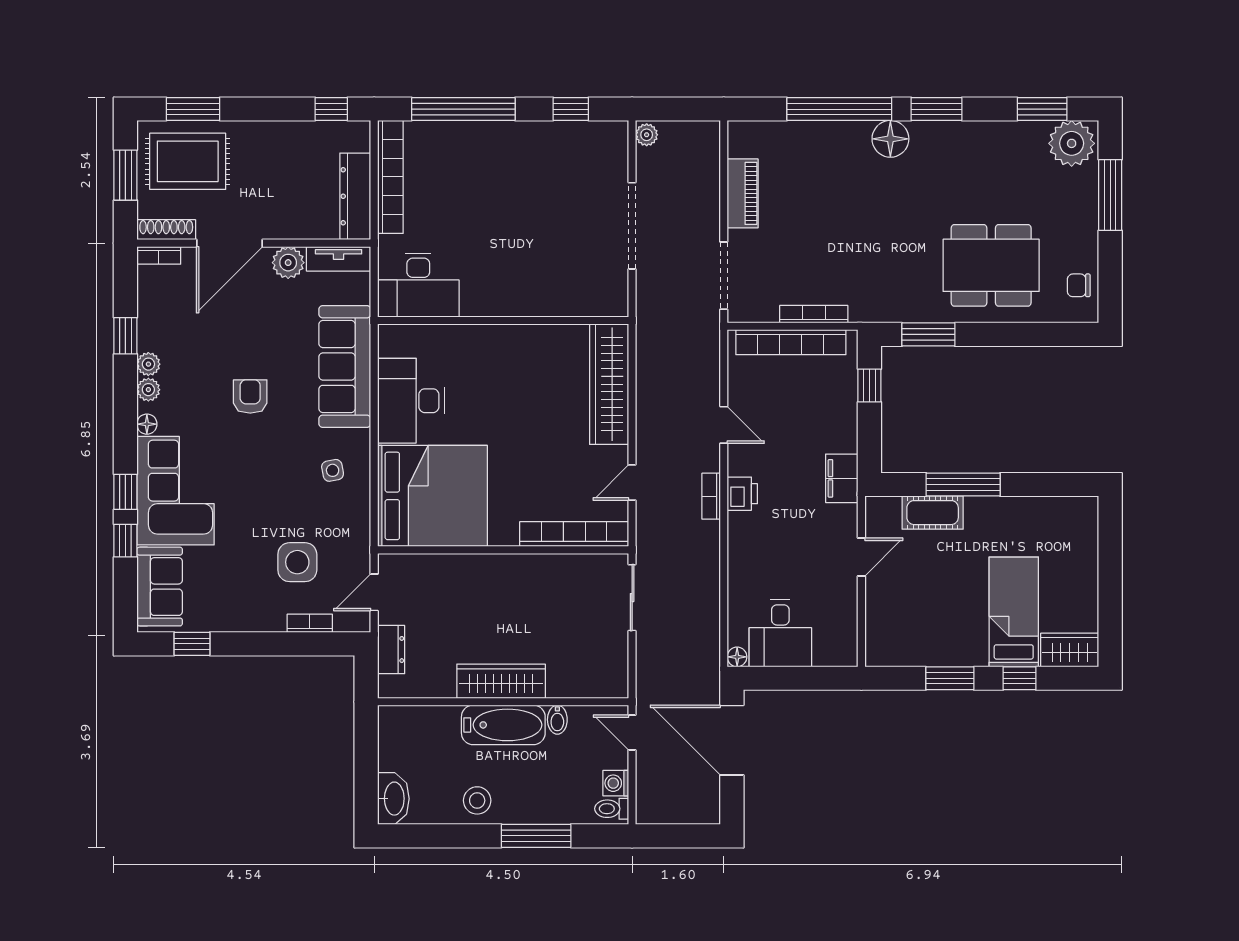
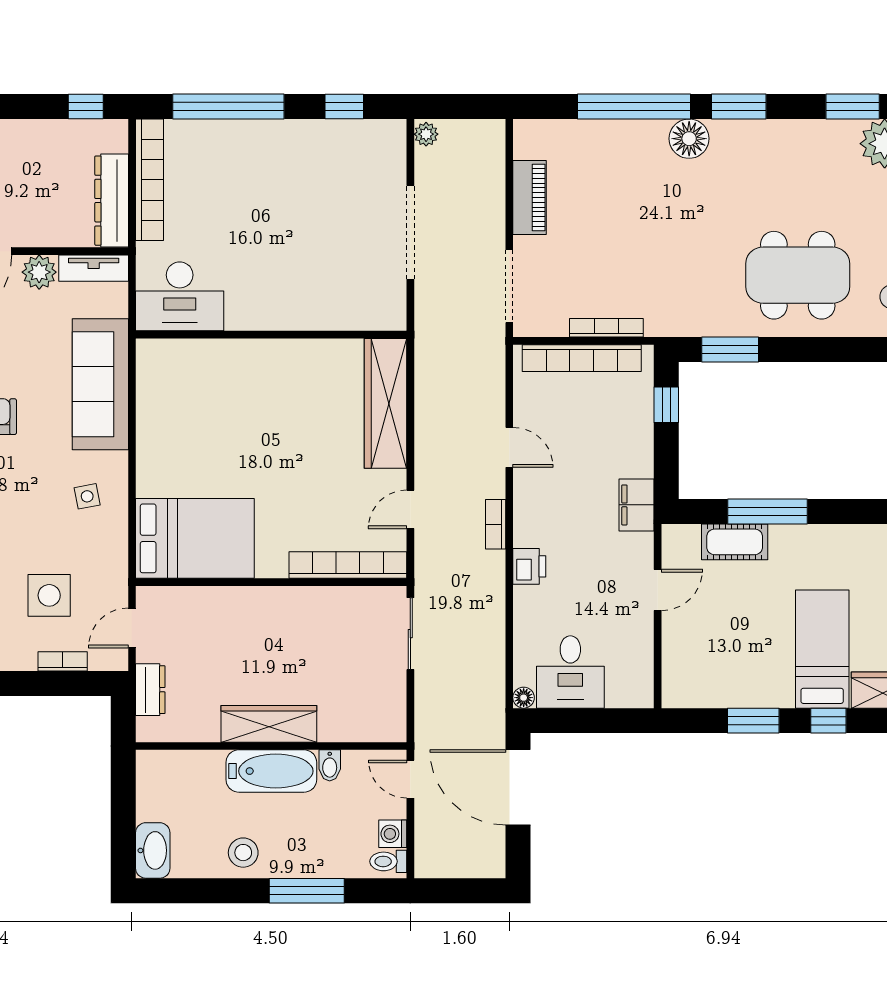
desk: (411, 401) -> (172, 421), removed
printer: (742, 494) -> (529, 566), moved
bed: (432, 496) -> (195, 538), width x0.73

